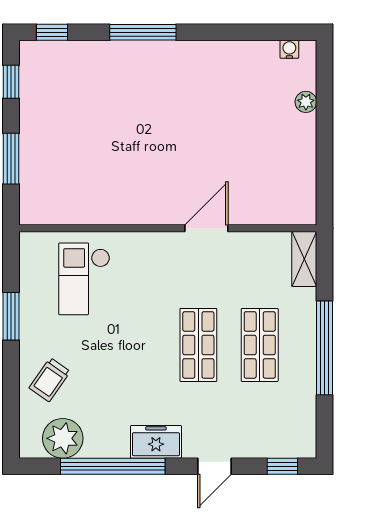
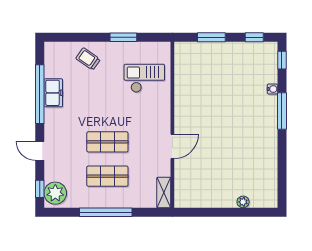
water cooler: (289, 49) -> (272, 89), moved
door: (206, 228) -> (172, 146), hinge flipped
shelving: (304, 259) -> (164, 193), moved, turned 90
plant: (63, 438) -> (55, 193), moved
freezer: (156, 442) -> (53, 93), moved

